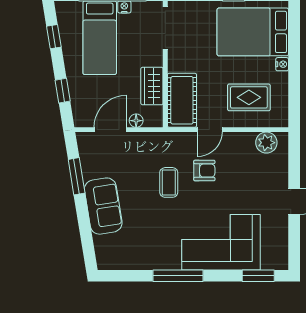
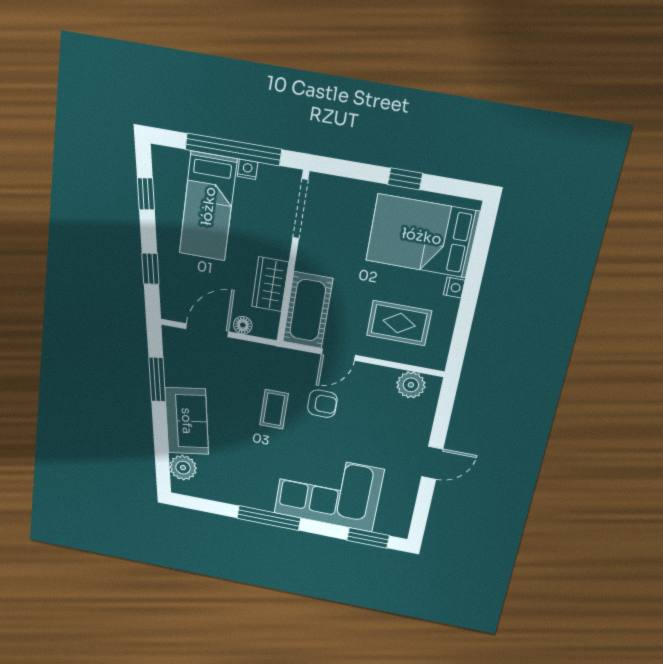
plant: (105, 246) -> (183, 468), added

